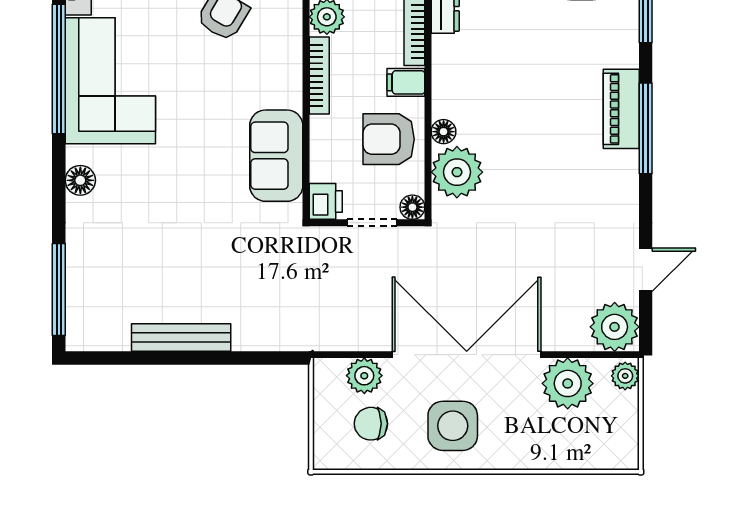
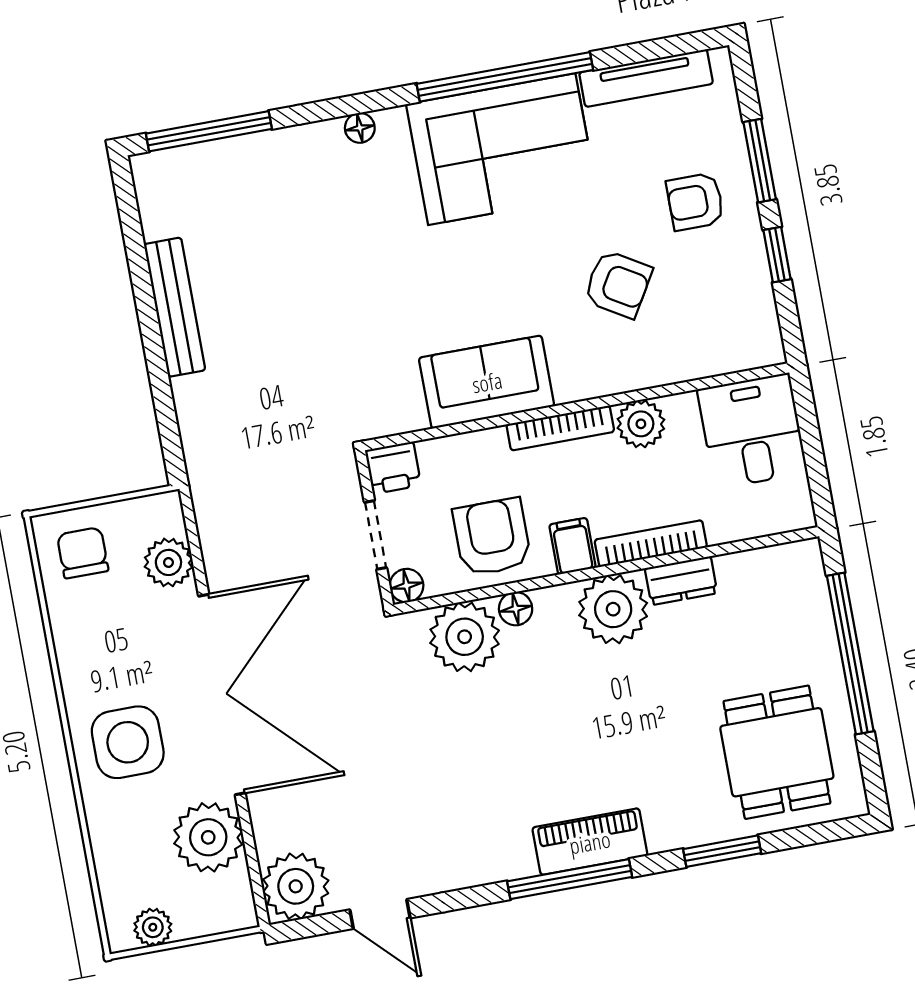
plant: (457, 61) -> (613, 609), added
sofa: (276, 156) -> (487, 382), moved
floor lamp: (80, 180) -> (360, 128), width x0.73, depth x0.73
plant: (625, 376) -> (153, 927), moved
chair: (371, 424) -> (83, 553), moved
side table: (453, 426) -> (128, 742), moved

